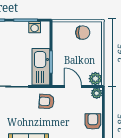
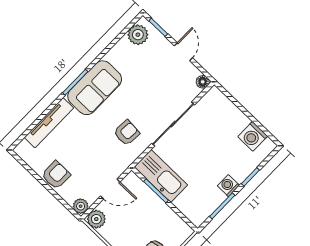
washing machine: (35, 27) -> (228, 186), moved
armchair: (46, 101) -> (127, 133), moved
armchair: (93, 121) -> (56, 175), turned -90

